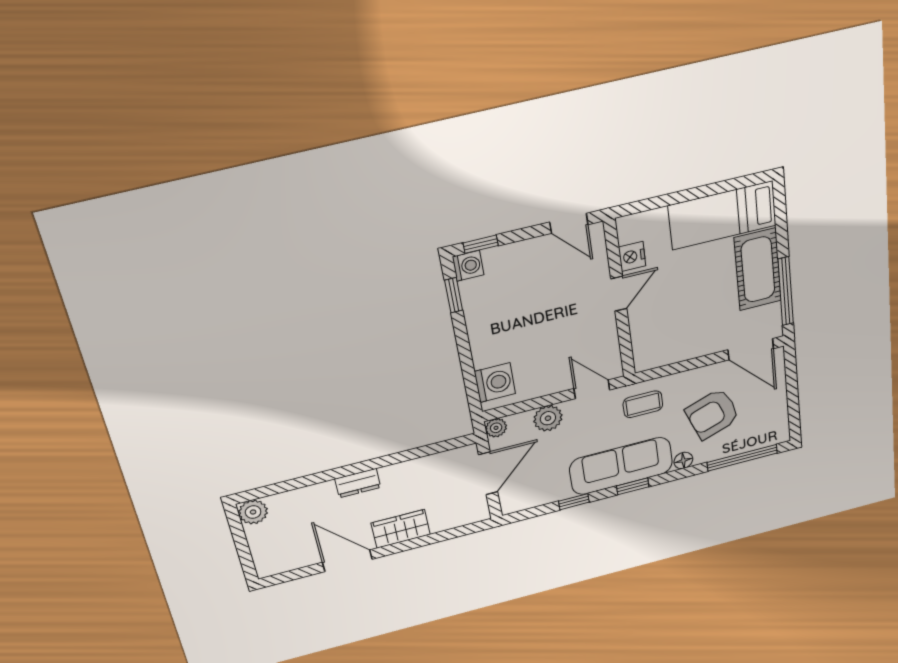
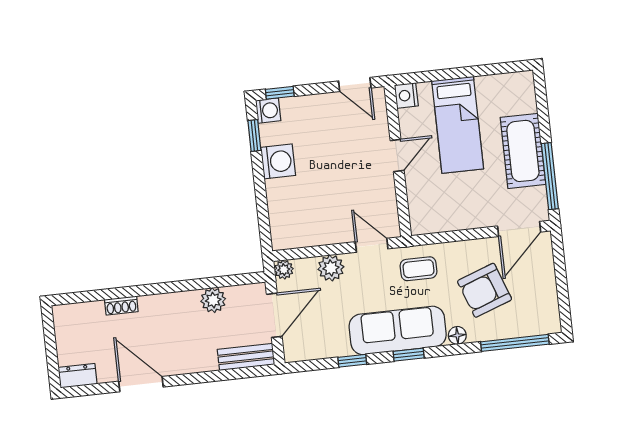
bed: (722, 215) -> (458, 125), moved, turned -90
nightstand: (632, 256) -> (406, 95), moved
door: (751, 349) -> (519, 229), hinge flipped
washing machine: (495, 383) -> (278, 161), moved
dresser: (358, 483) -> (78, 376), moved, turned 180
shoe rack: (316, 491) -> (121, 306), added
plant: (253, 512) -> (213, 300), moved
bench: (460, 517) -> (246, 357), added
wardrobe: (401, 529) -> (192, 359), removed

